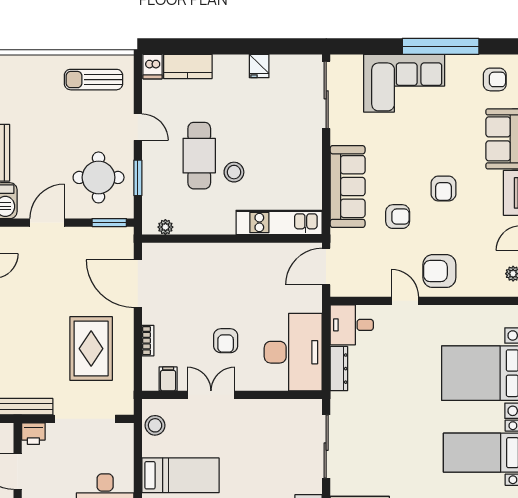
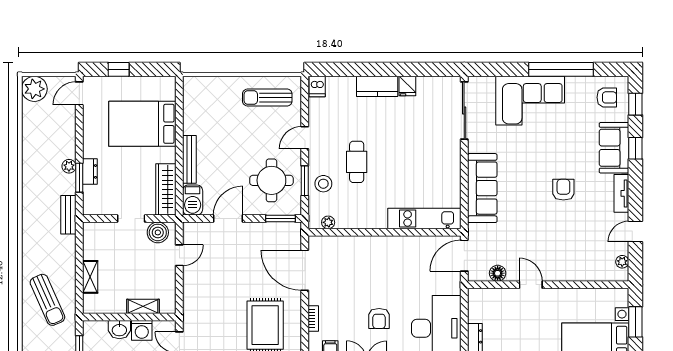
kitchen counter: (188, 66) -> (377, 86), moved
door: (138, 127) -> (305, 138), swing flipped
cafe table: (199, 156) -> (357, 162), width x0.73, depth x0.74
stool: (234, 172) -> (323, 184), moved
armchair: (443, 189) -> (563, 190), turned 180
armchair: (398, 217) -> (525, 213), removed
armchair: (439, 271) -> (560, 260), removed
floor lamp: (366, 287) -> (498, 273), added
desk: (352, 325) -> (486, 305), removed

